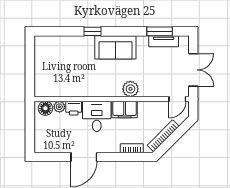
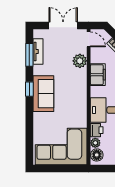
window: (93, 31) -> (29, 89), moved
corner sofa: (55, 68) -> (61, 147), added
plant: (130, 89) -> (80, 61), moved
filing cabinet: (125, 109) -> (98, 75), moved

